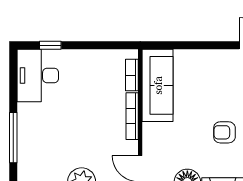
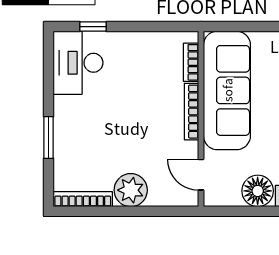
sofa: (158, 85) -> (227, 90), width x1.36, depth x1.27
window: (13, 138) -> (49, 137), width x0.69

